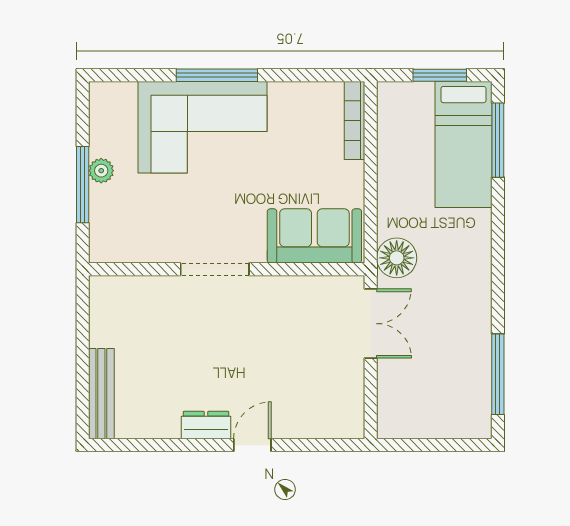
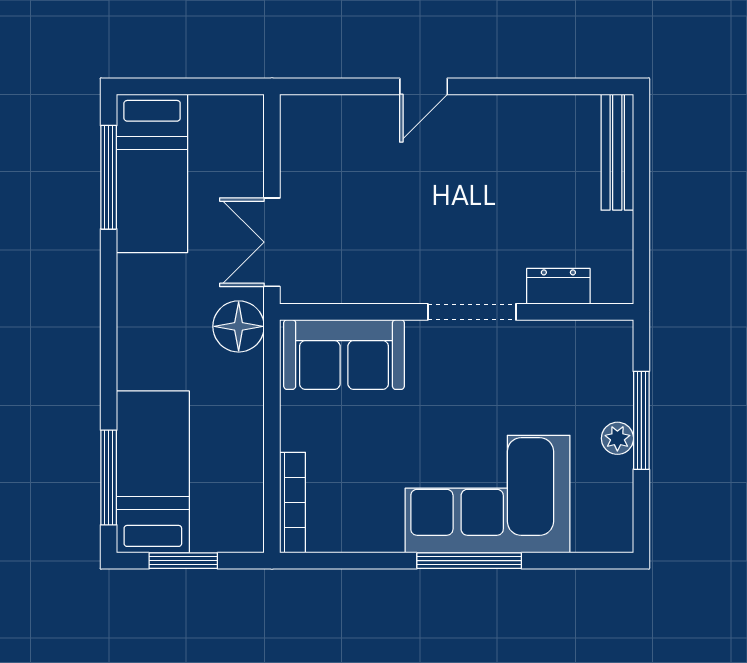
bed: (464, 377) -> (152, 173), added
dresser: (206, 425) -> (558, 286), moved, turned 180

